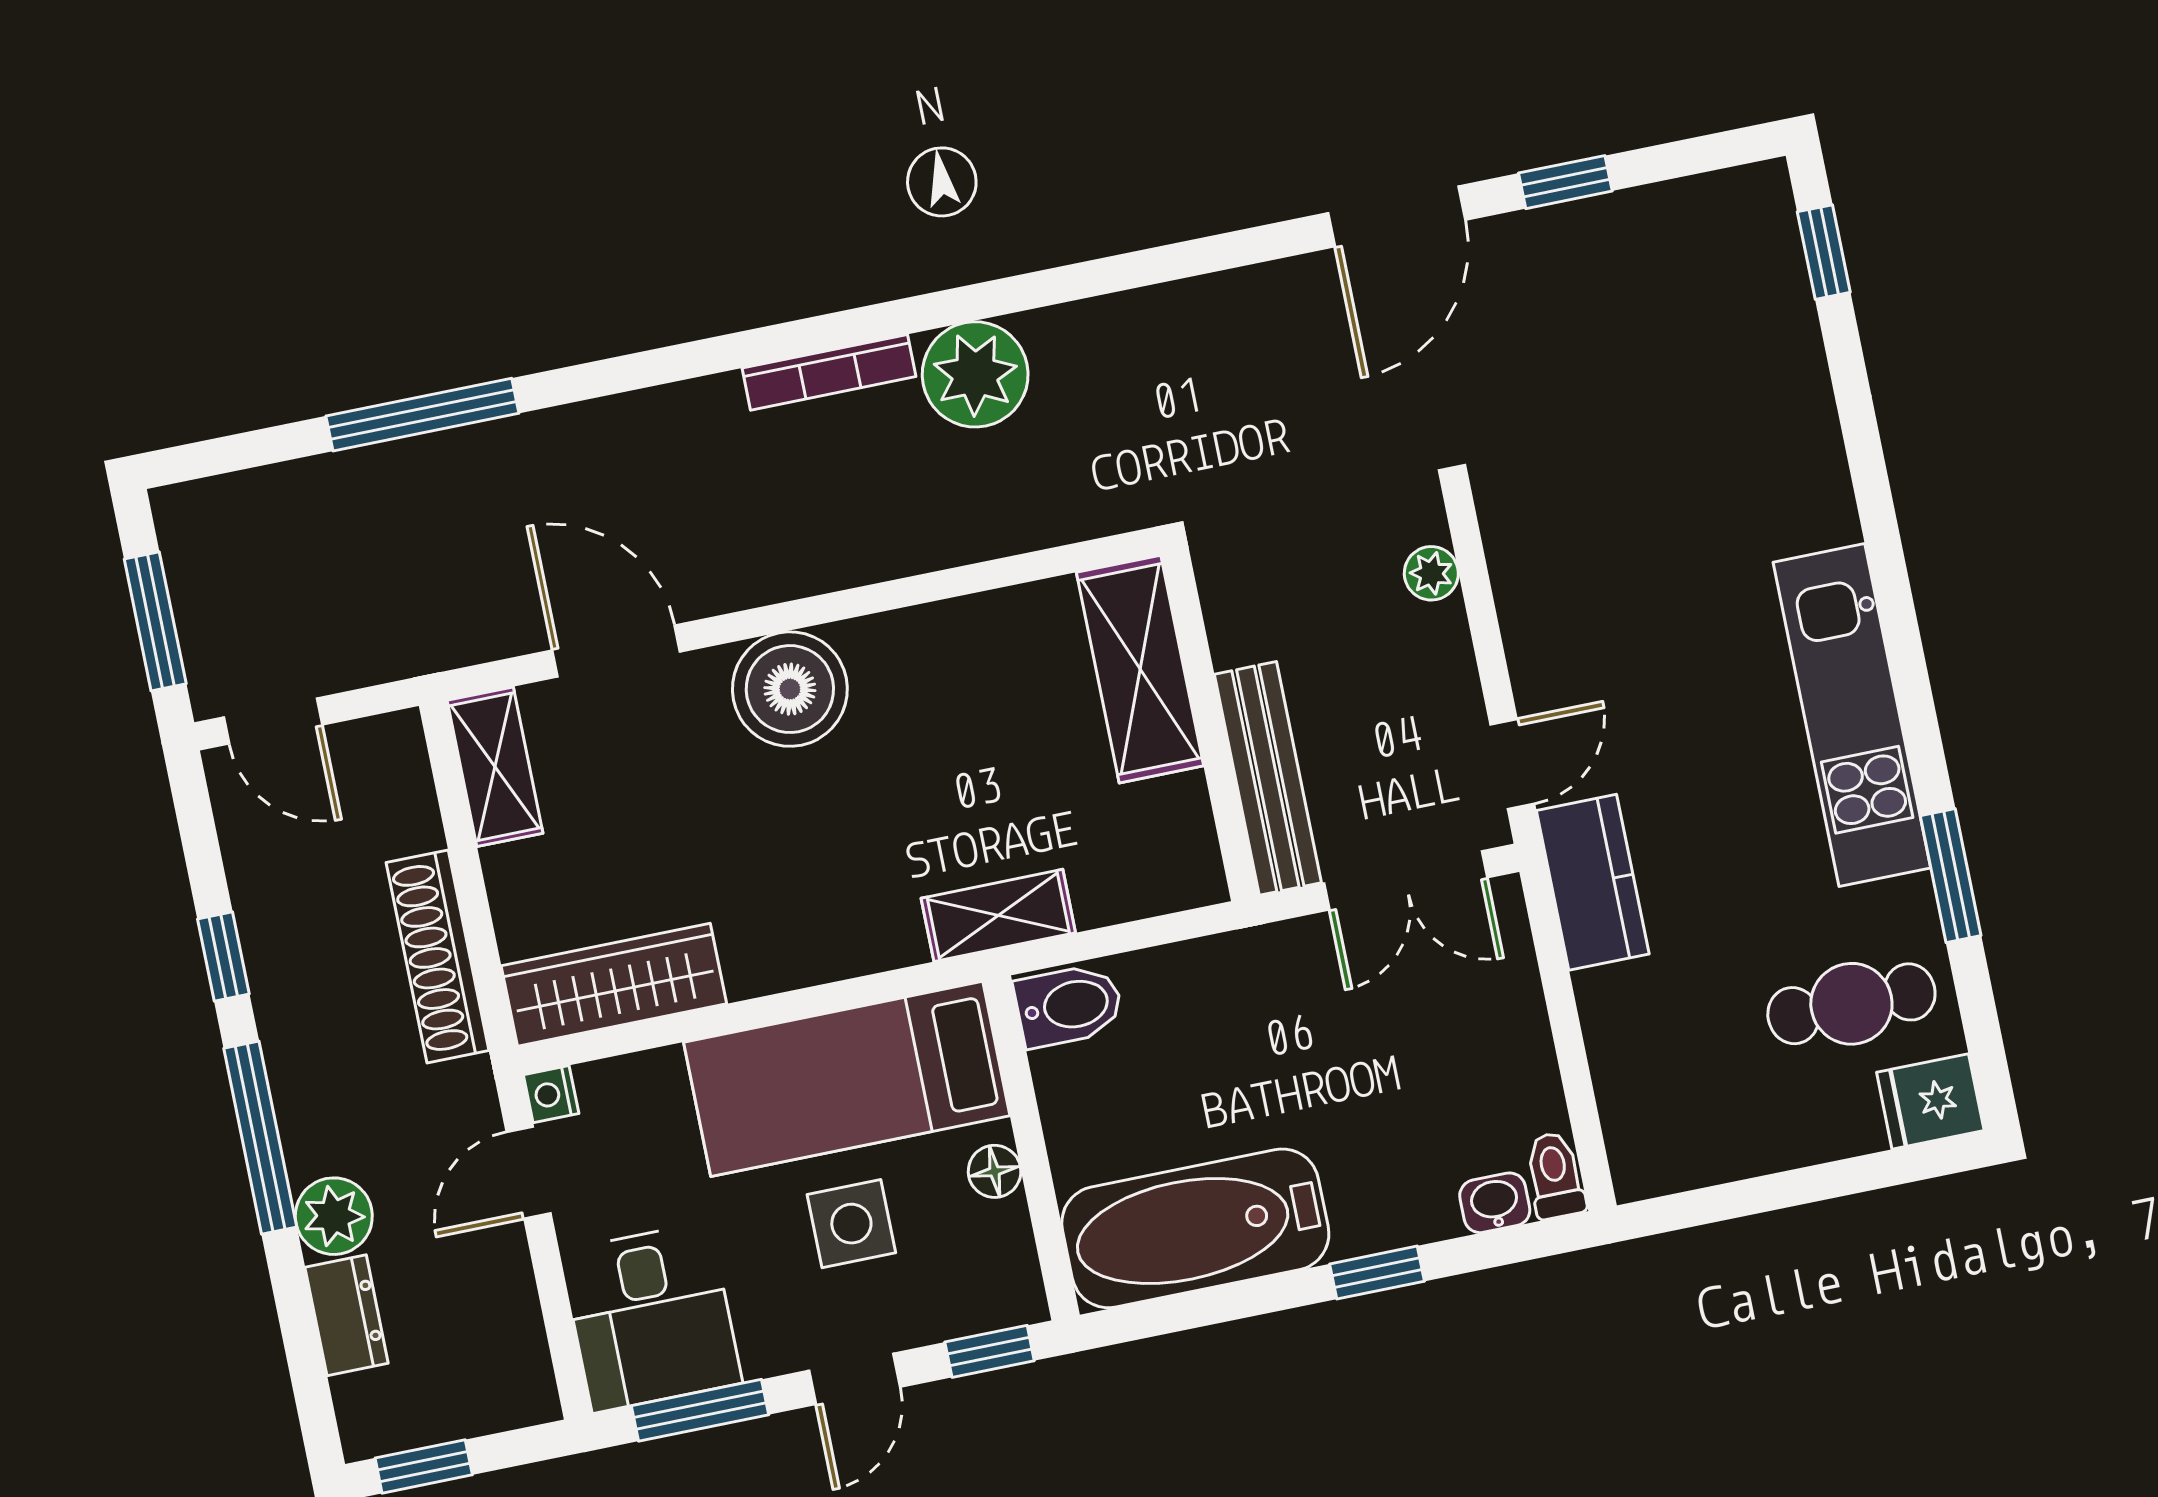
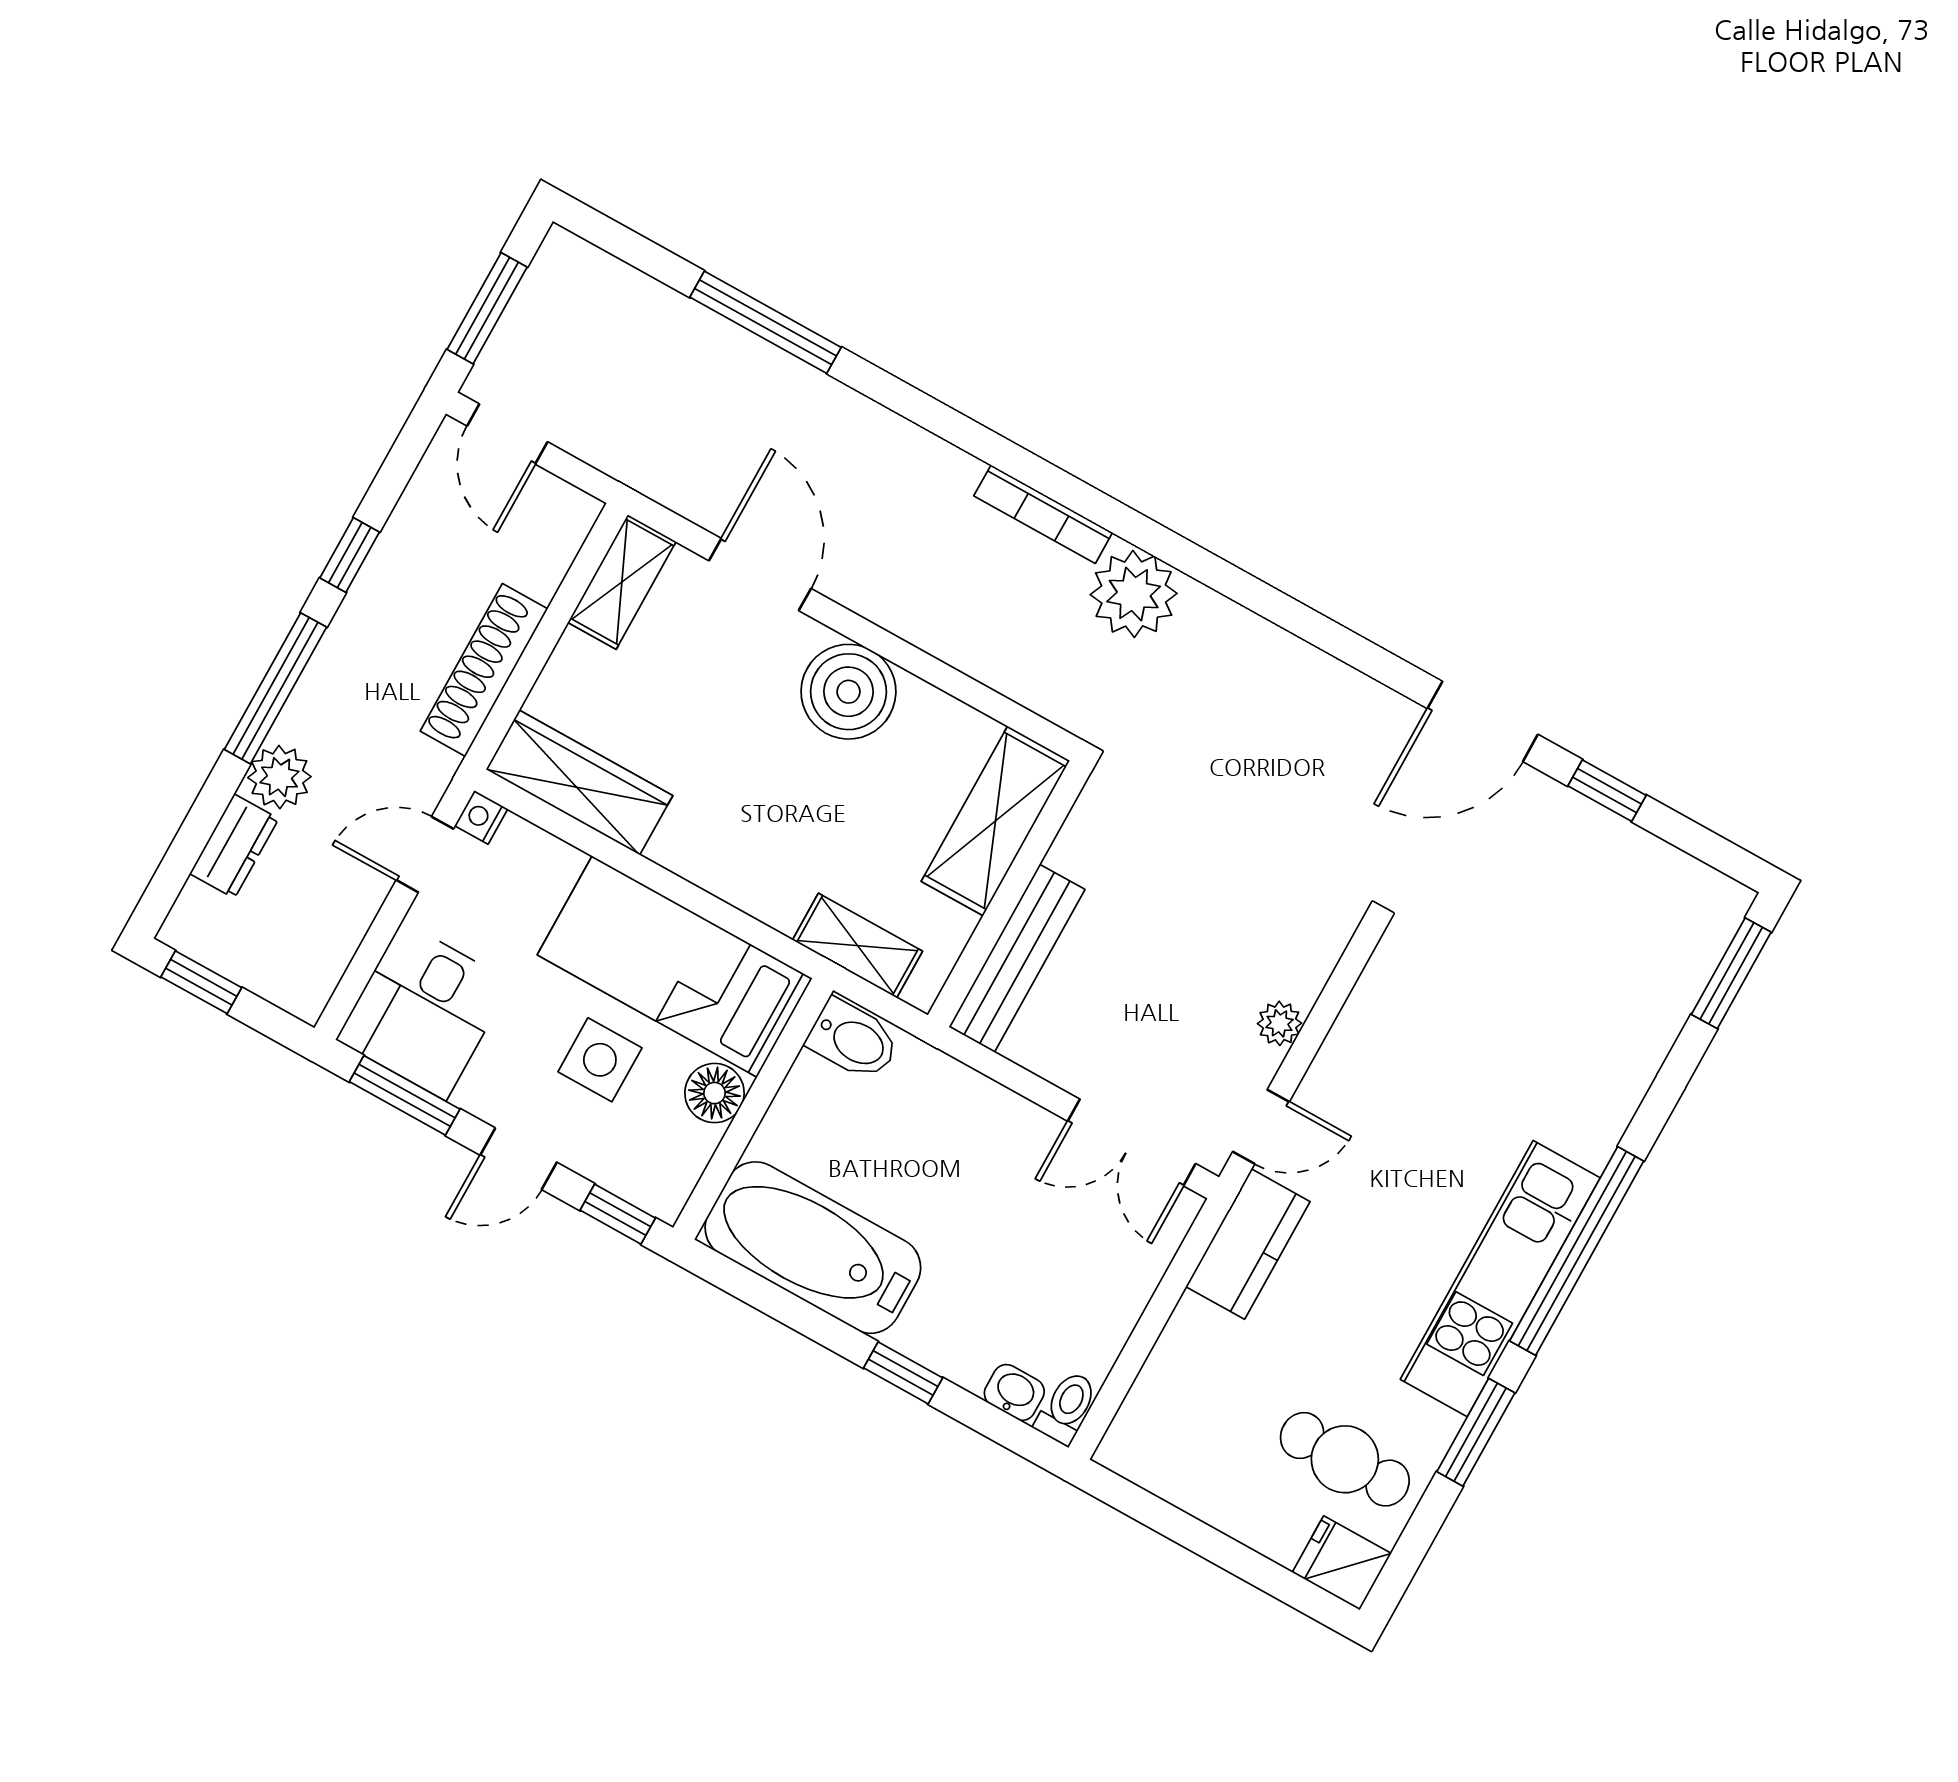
window: (1824, 252) -> (1731, 973), width x1.50
plant: (1431, 573) -> (1279, 1023), moved
window: (1901, 629) -> (1577, 1251), added
shelving: (1140, 669) -> (995, 821), moved
wall: (1210, 725) -> (1009, 894), moved
bench: (1268, 778) -> (1017, 958), moved
floor lamp: (995, 1171) -> (715, 1093), width x1.37, depth x1.37

